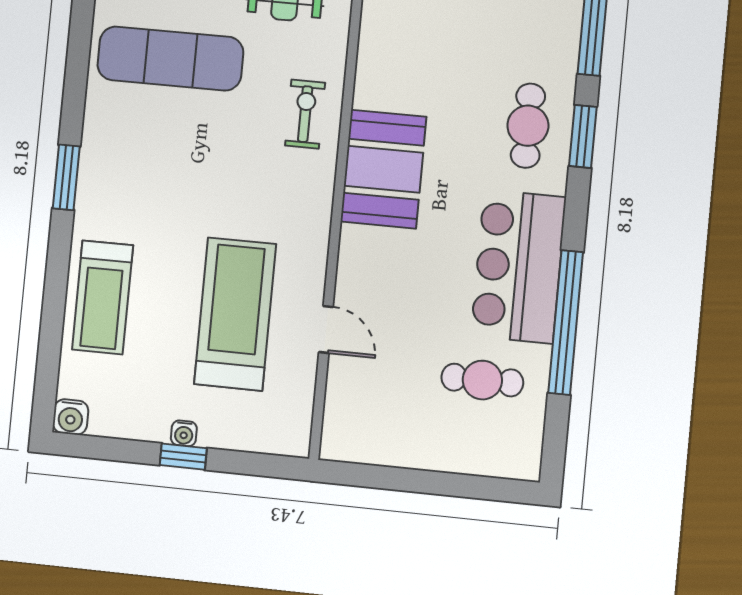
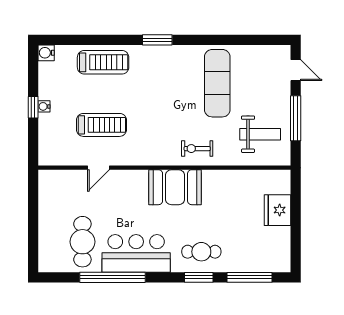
exercise bike: (305, 114) -> (197, 149), turned 180
treadmill: (102, 297) -> (103, 62), turned 180
treadmill: (235, 314) -> (101, 125), width x0.73, depth x0.73
cafe table: (482, 380) -> (82, 242), width x1.37, depth x1.35

